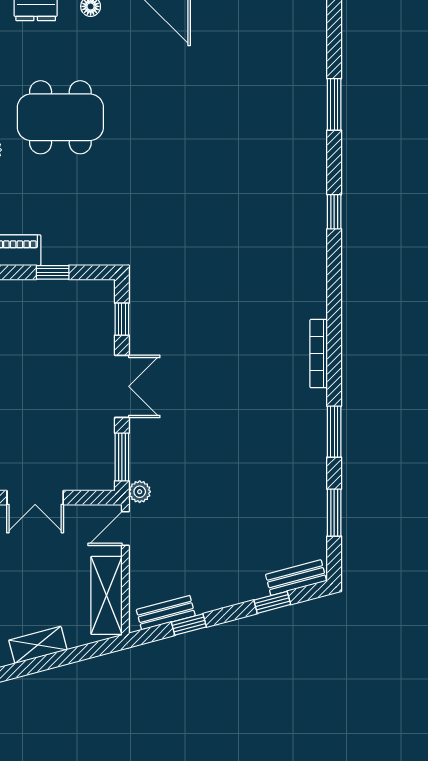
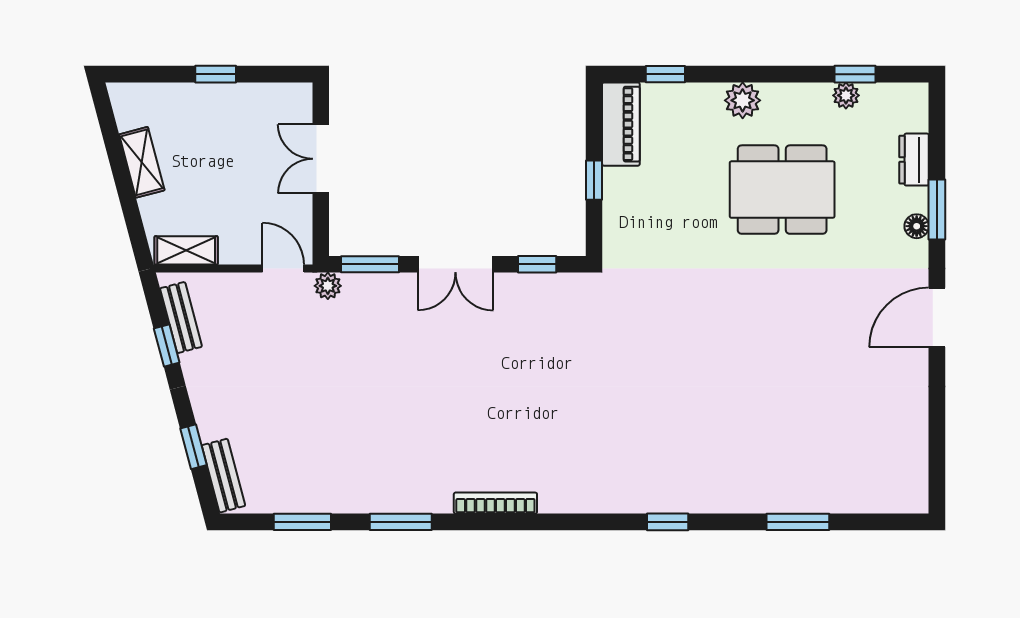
dining table: (60, 117) -> (782, 190), turned 90
shelving: (107, 595) -> (186, 250), width x0.67, depth x0.75

